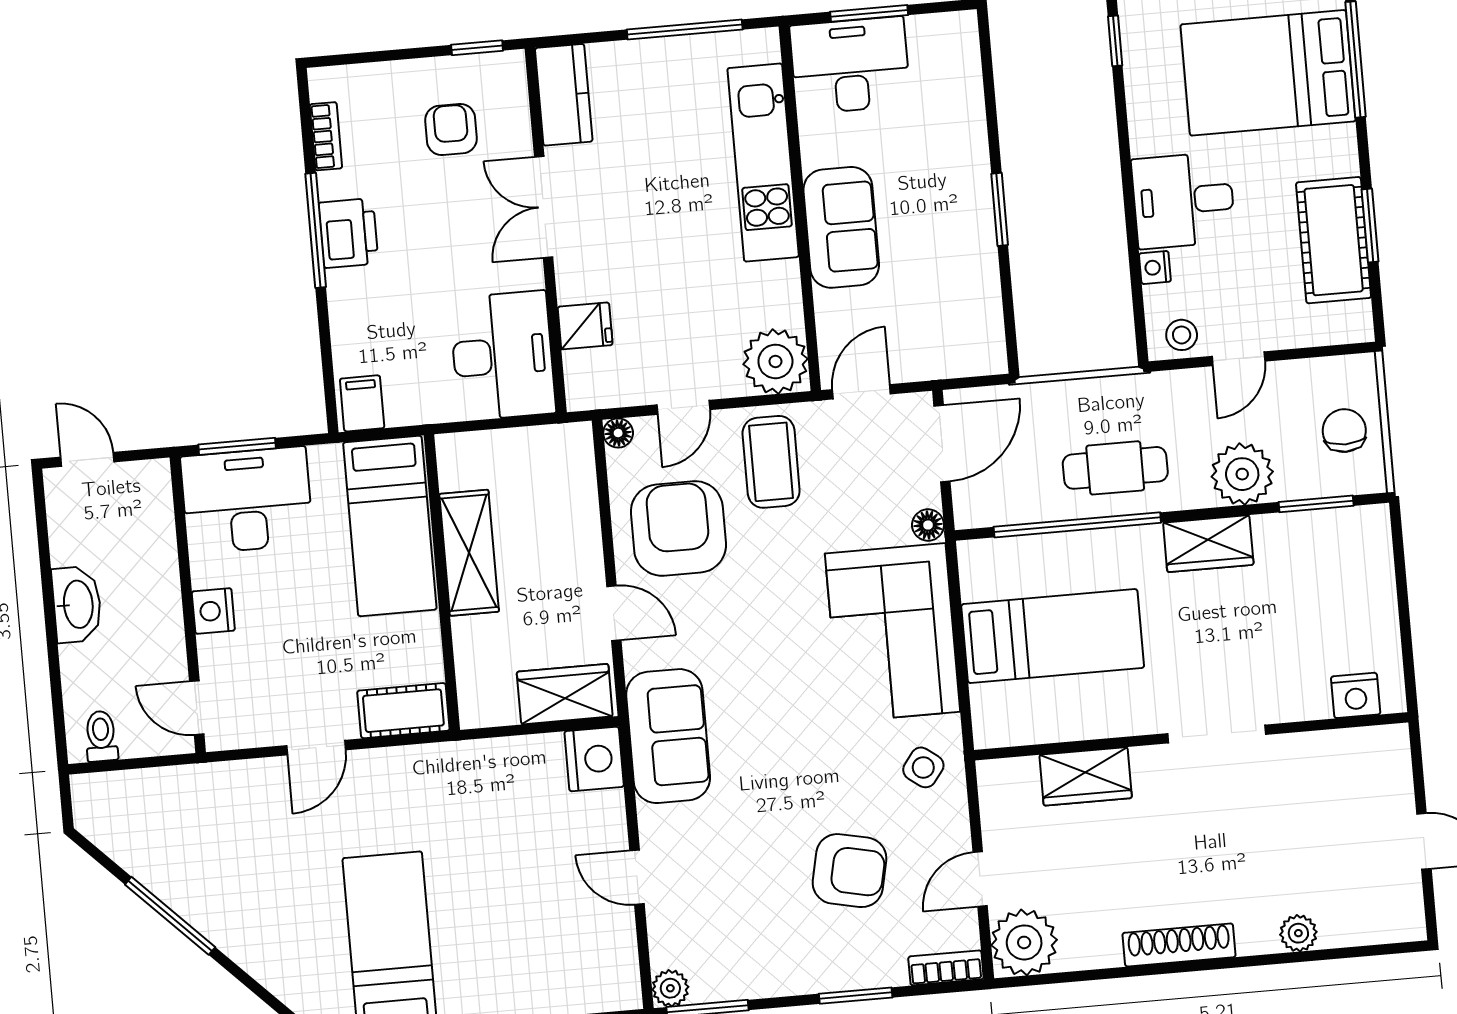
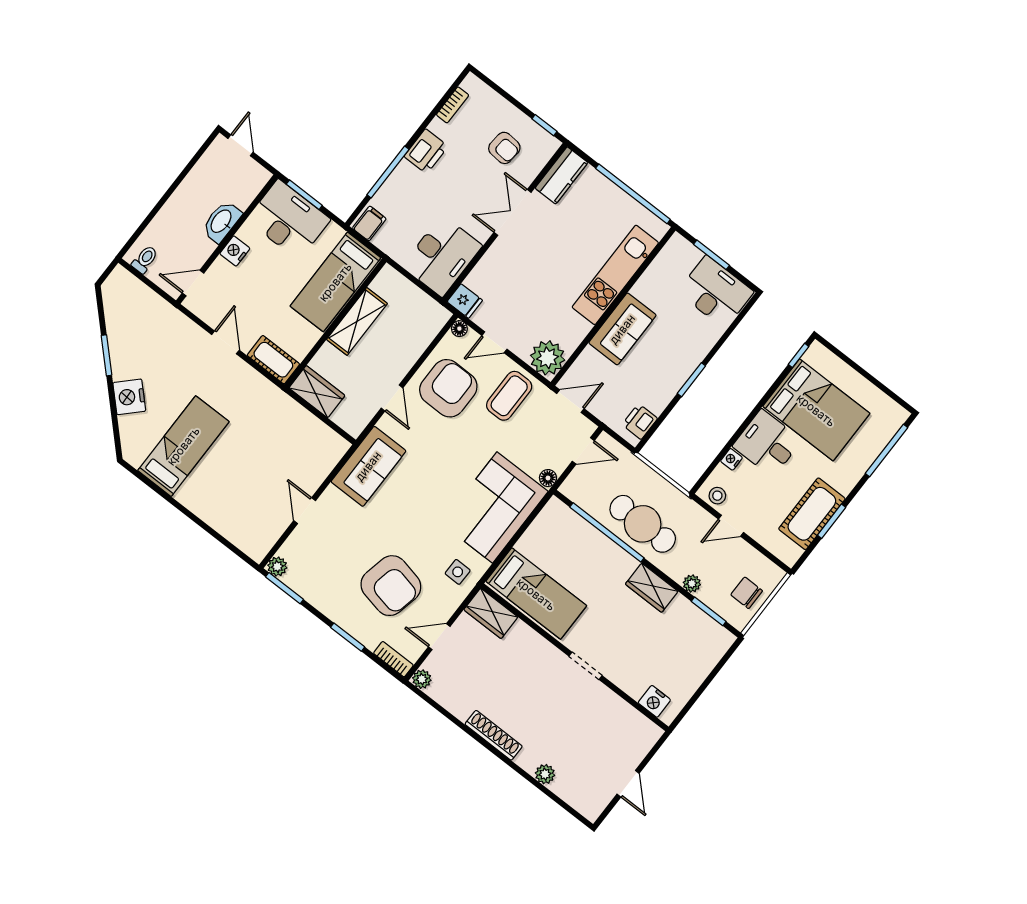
window: (685, 30) -> (633, 194), width x1.46
desk: (850, 65) -> (715, 292), moved
bed: (1268, 73) -> (816, 410), moved, turned 180
armchair: (451, 129) -> (504, 148), turned 95
window: (316, 230) -> (388, 172), moved
fridge: (585, 326) -> (465, 301), moved
printer: (982, 332) -> (640, 422), added
chair: (1344, 431) -> (747, 593), turned -90
door: (942, 443) -> (583, 451), width x0.73
cafe table: (1115, 468) -> (643, 524), width x1.37, depth x1.35
plant: (1242, 474) -> (692, 584), width x0.53, depth x0.53
washbasin: (77, 604) -> (222, 222), moved, turned 180
bed: (1053, 636) -> (536, 594), moved
wardrobe: (565, 694) -> (317, 392), moved
door: (197, 708) -> (193, 283), hinge flipped
doorway: (1217, 734) -> (586, 666), width x0.73
door: (316, 748) -> (225, 342), swing flipped
nightstand: (594, 759) -> (129, 397), moved, turned 135
side table: (923, 767) -> (458, 572), turned -37
wardrobe: (1086, 776) -> (491, 613), moved
armchair: (849, 871) -> (391, 586), width x1.36, depth x1.36
window: (170, 916) -> (106, 355), width x0.69
plant: (1024, 942) -> (422, 679), width x0.53, depth x0.53

